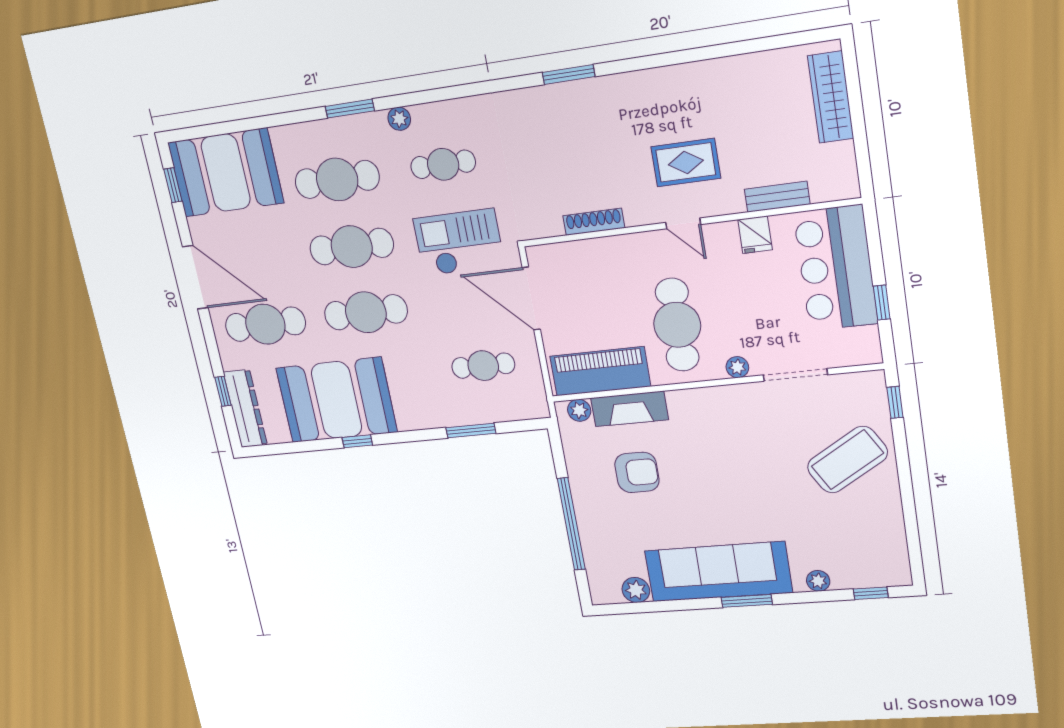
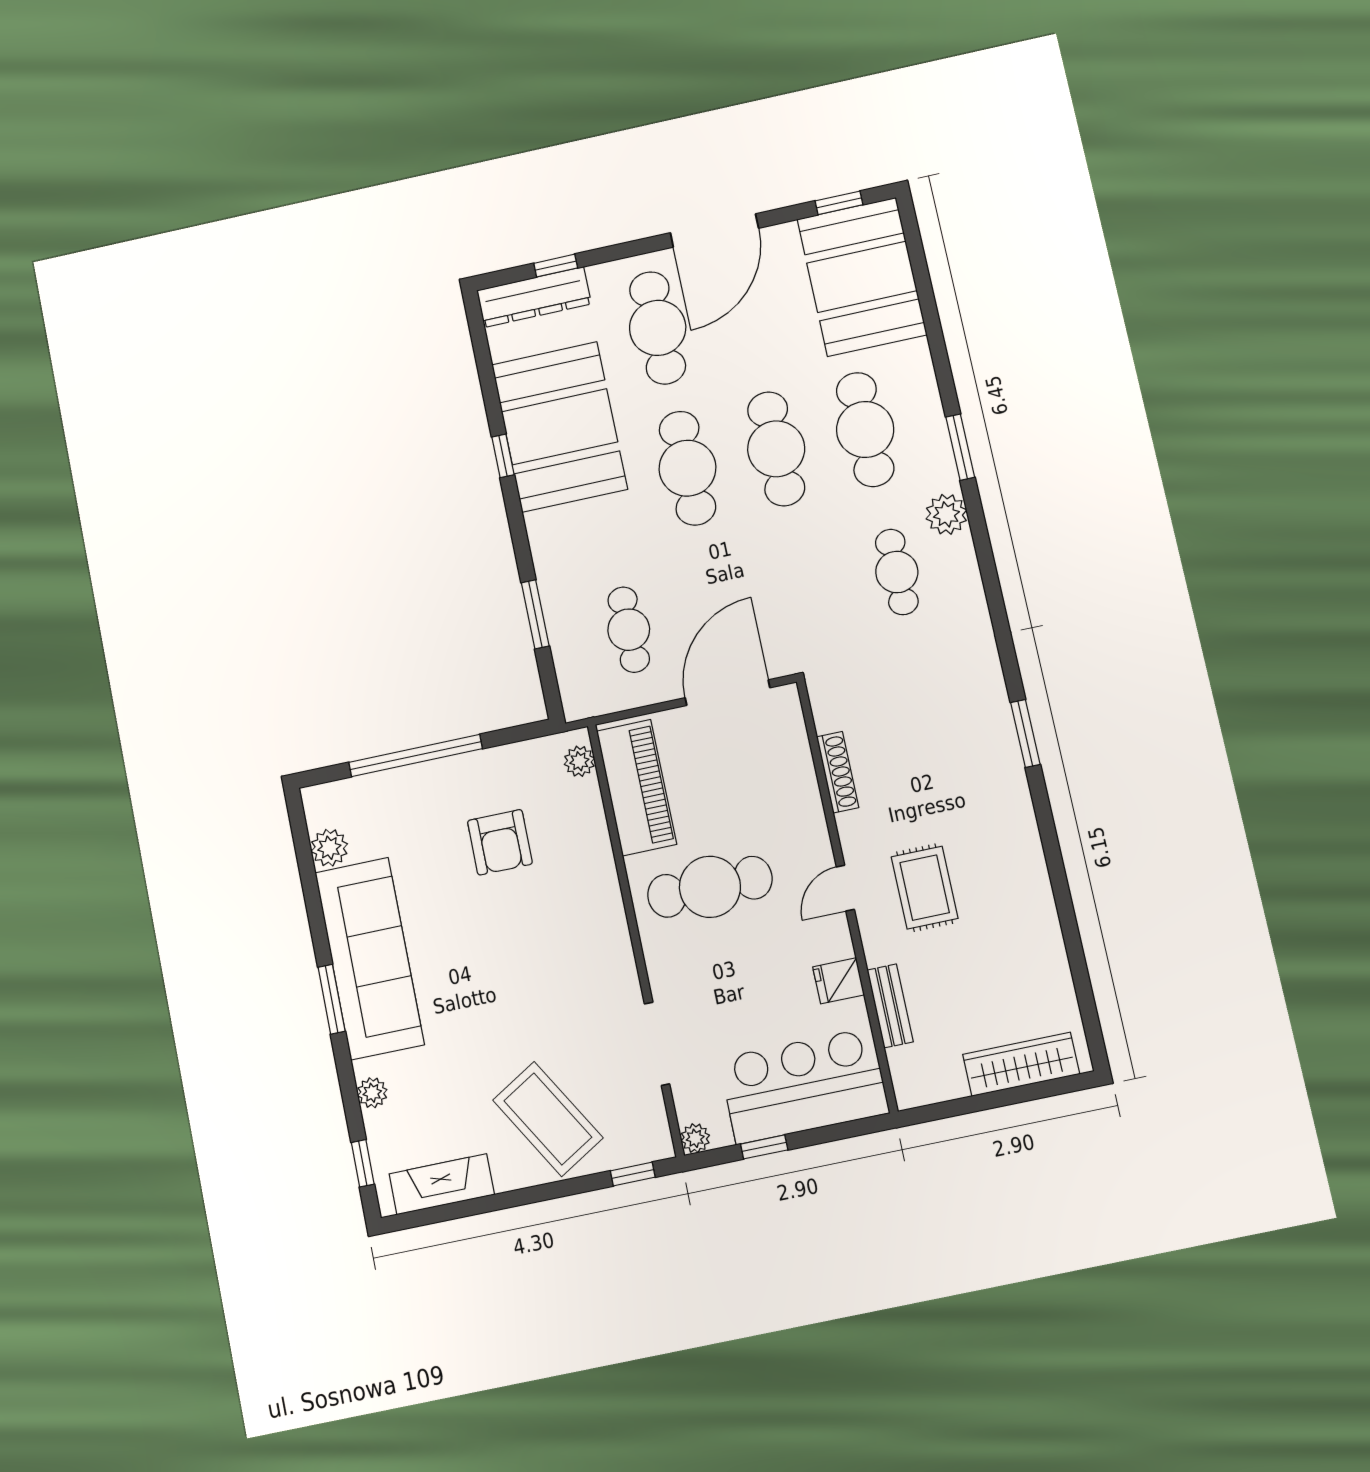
plant: (399, 119) -> (946, 514), width x1.38, depth x1.38
checkout: (459, 243) -> (795, 594), removed
plant: (737, 367) -> (695, 1138), moved
fireplace: (629, 409) -> (442, 1184), moved, turned 90

